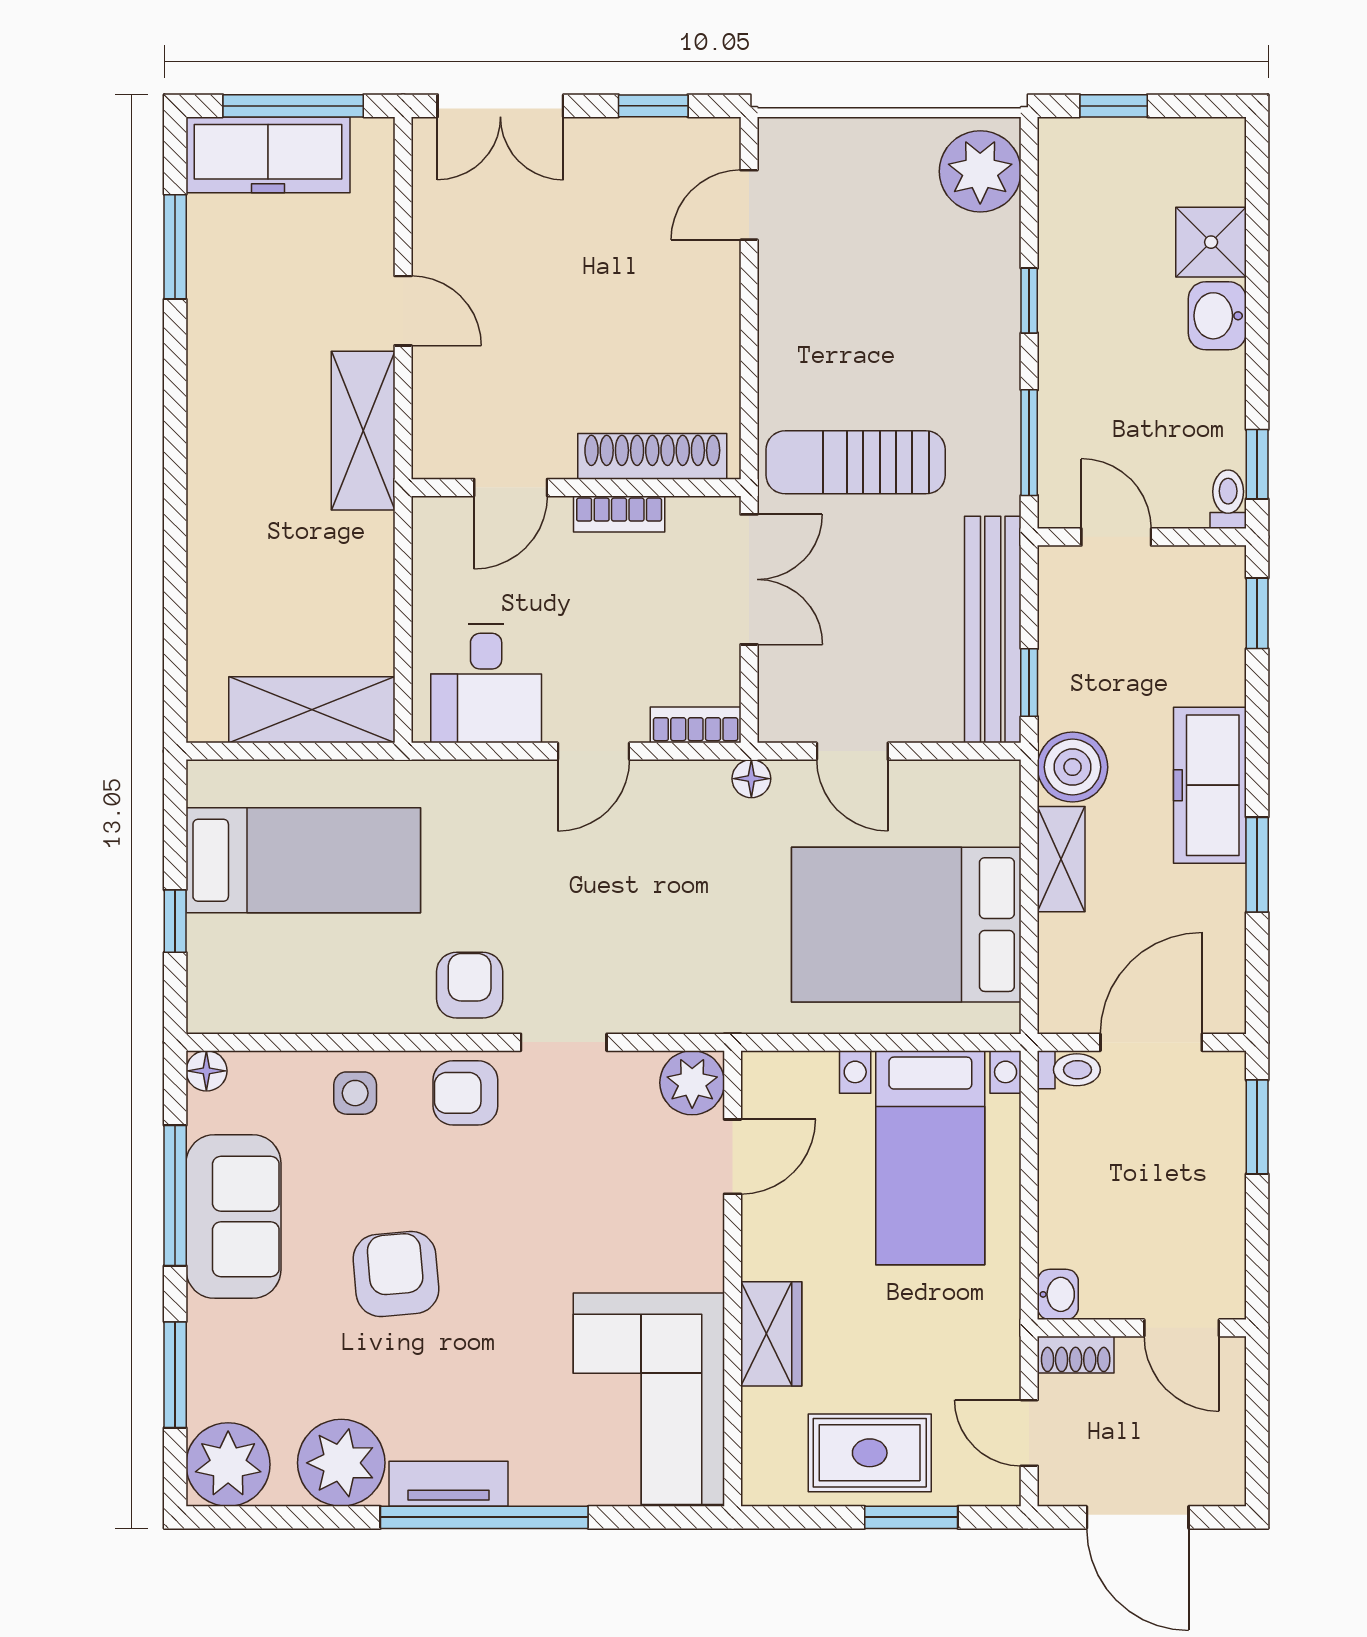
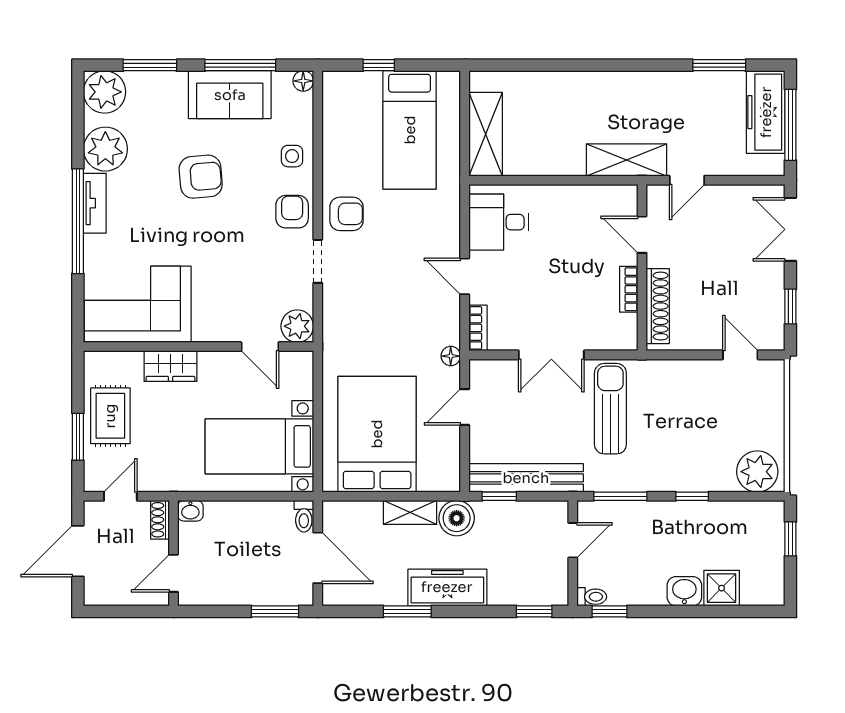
shoe rack: (652, 456) -> (658, 306), moved
door: (511, 488) -> (642, 235), moved
wall: (576, 488) -> (642, 268), moved
bookcase: (619, 514) -> (629, 289), moved

